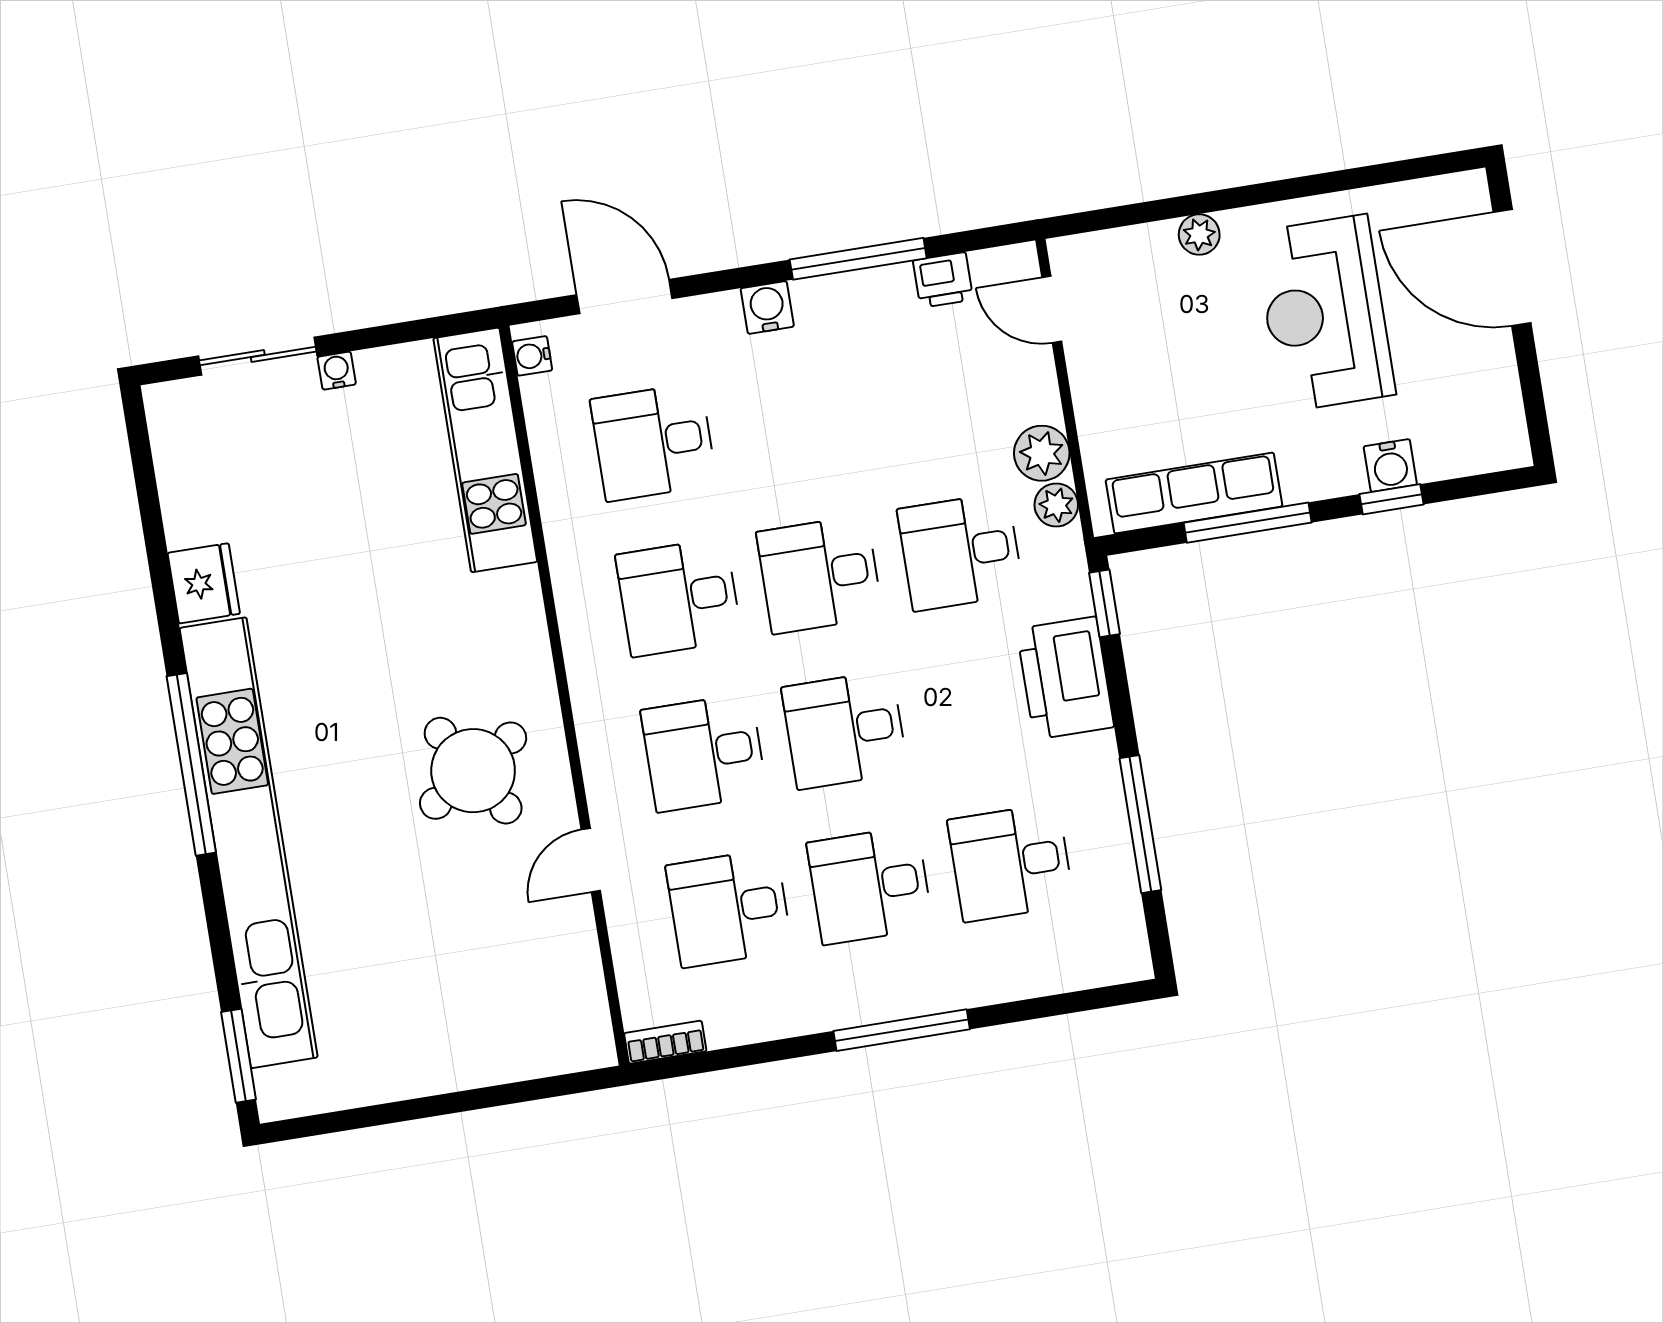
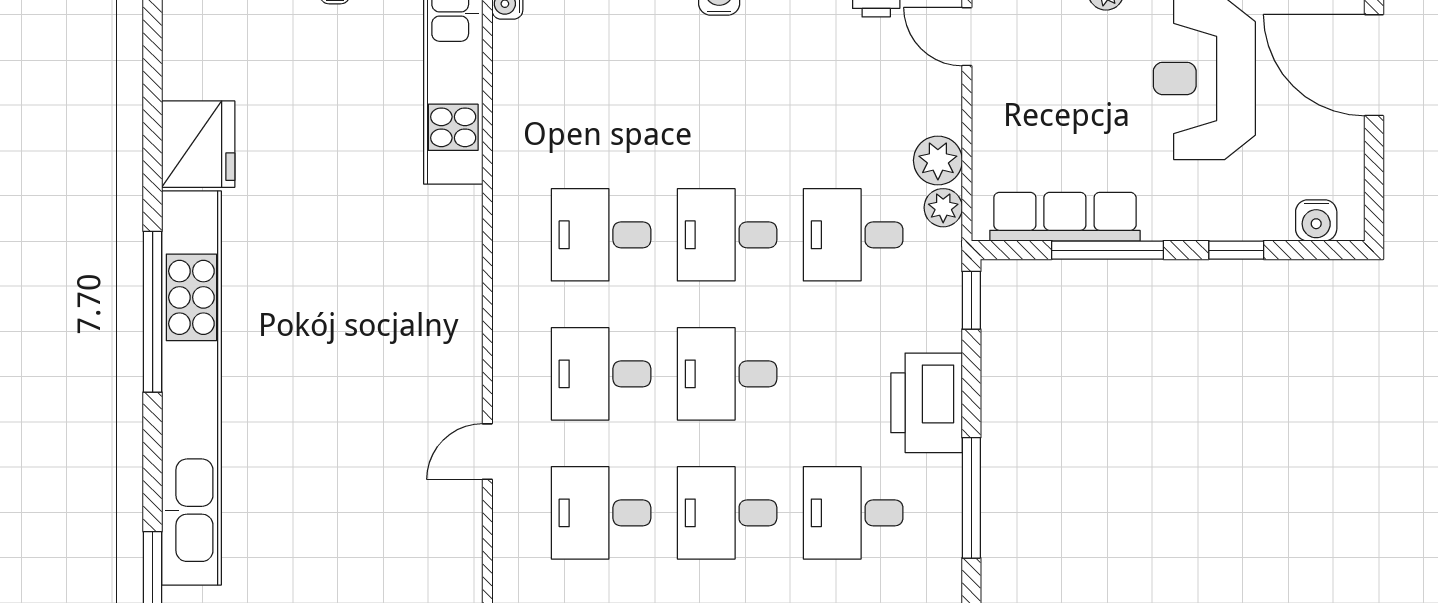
desk: (654, 442) -> (601, 96), removed
water cooler: (1390, 465) -> (1316, 220), moved
fridge: (204, 583) -> (198, 144), width x1.36, depth x1.34
printer: (1065, 678) -> (927, 403), moved
round table: (473, 771) -> (397, 357), removed

